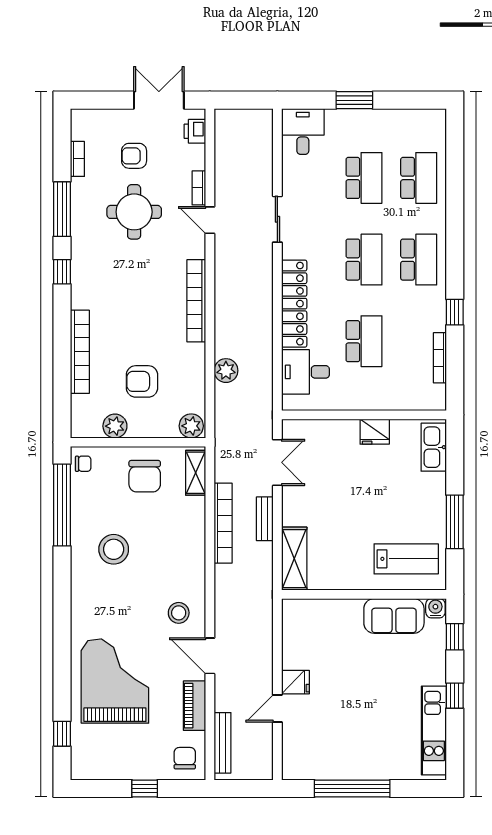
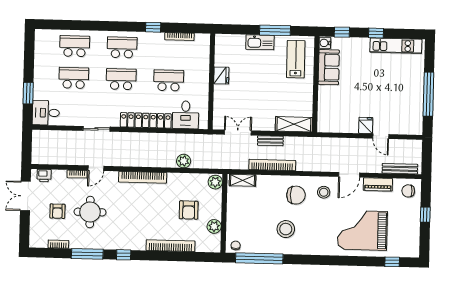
window: (354, 100) -> (28, 93), moved
kitchen sink: (434, 447) -> (260, 42), moved
chair: (145, 476) -> (296, 195), moved

